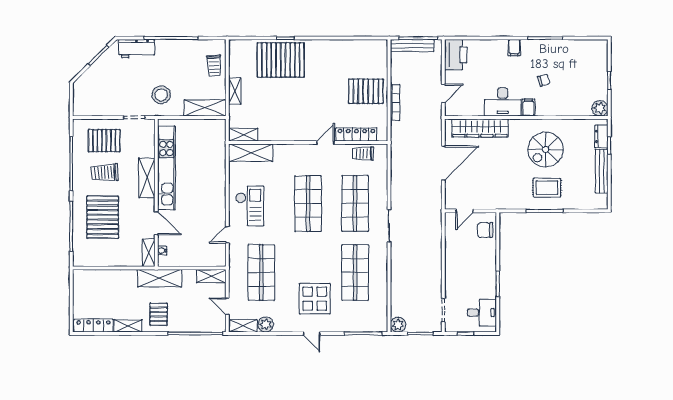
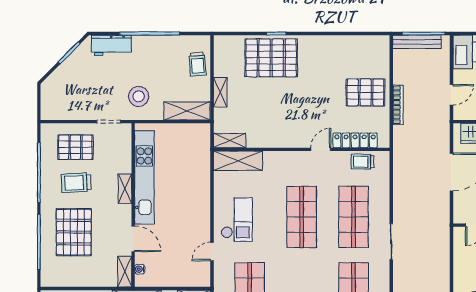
shelving: (147, 178) -> (125, 189), width x0.67, depth x0.75

